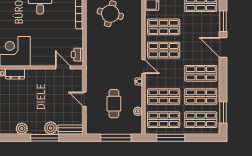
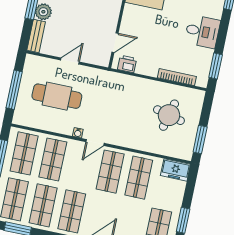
cafe table: (114, 104) -> (57, 96), width x1.37, depth x1.35
plant: (138, 111) -> (41, 124), removed

